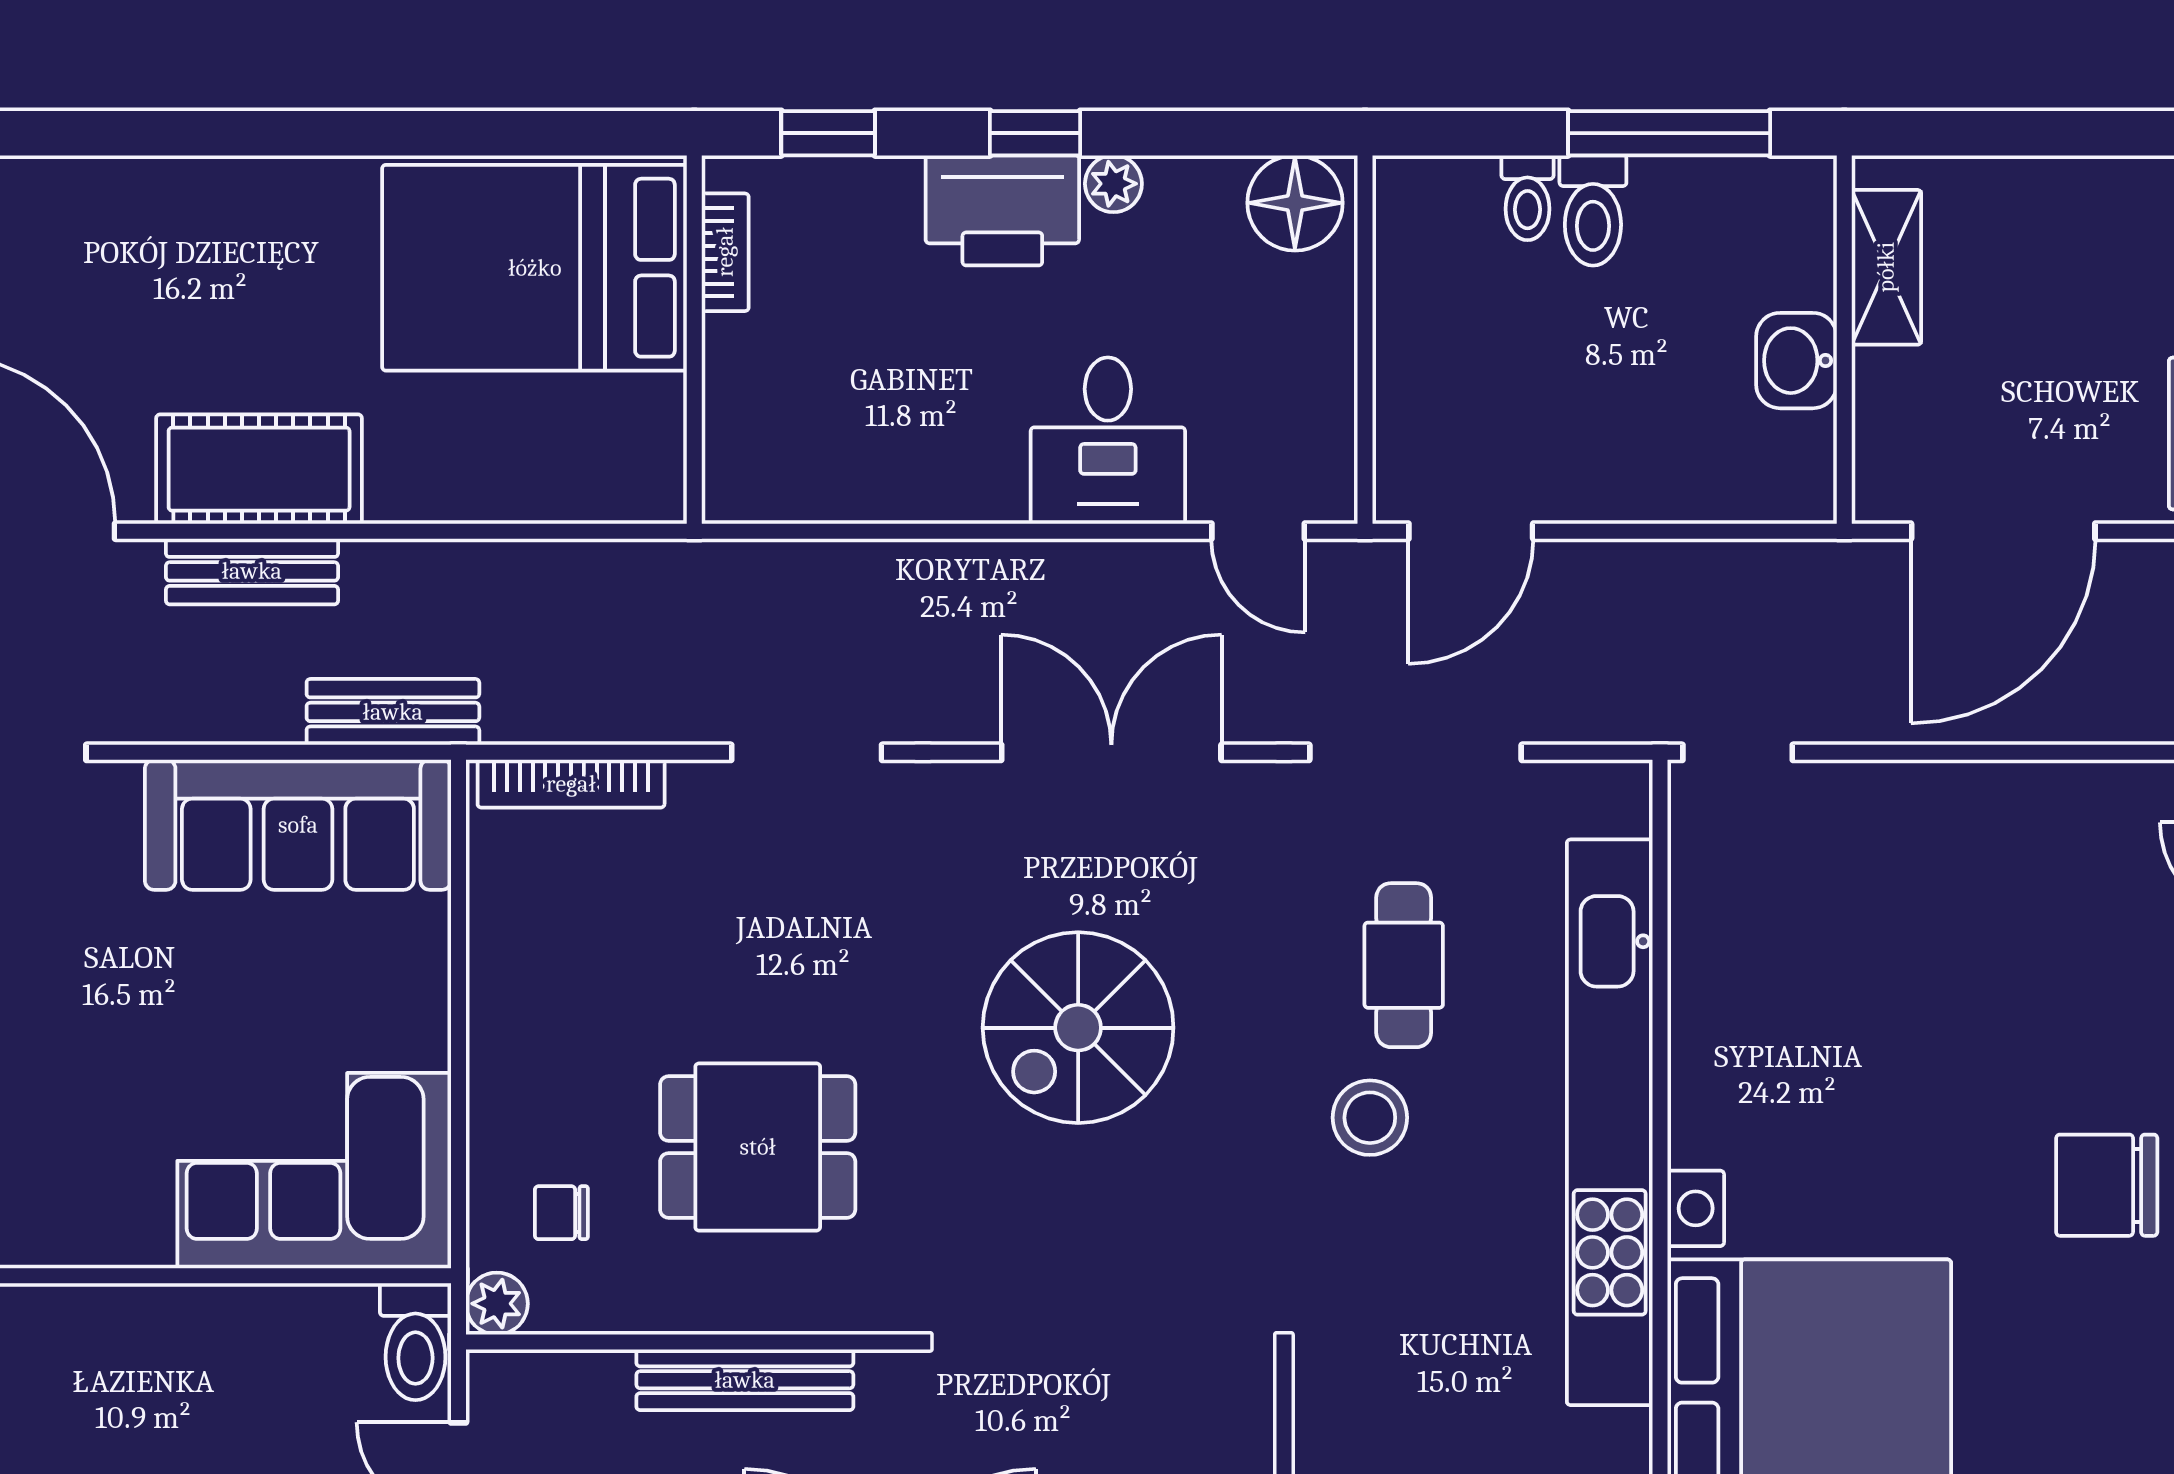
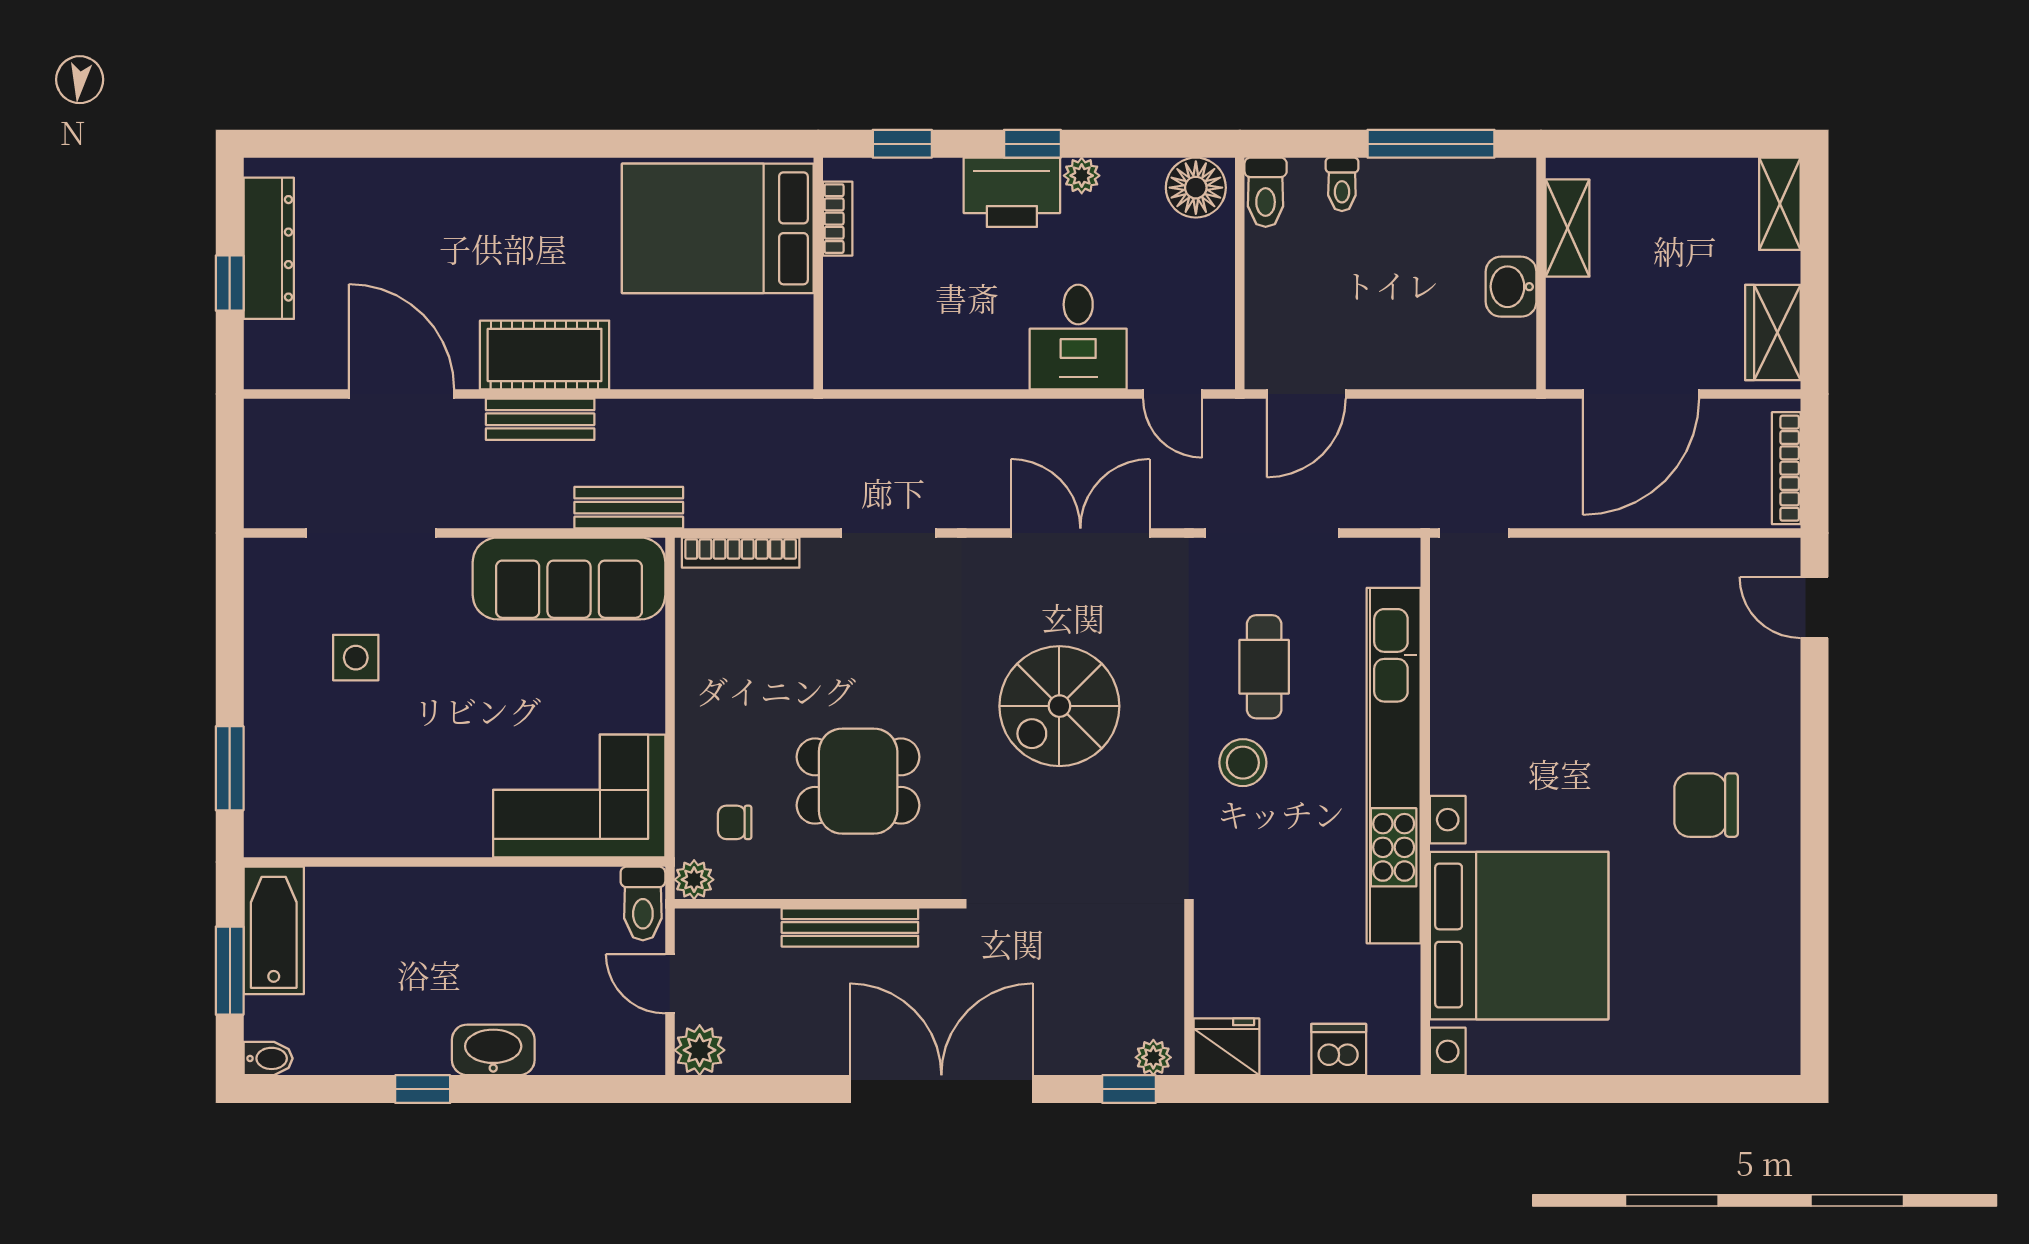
toilet: (1593, 210) -> (1266, 192), moved

